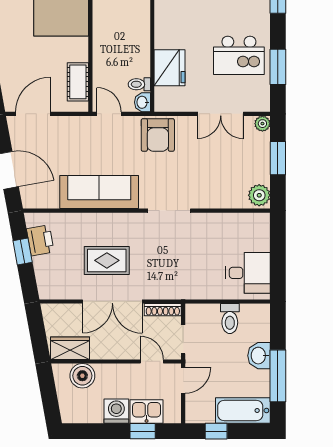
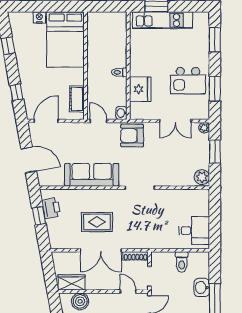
toilet: (139, 84) -> (119, 72), moved
armchair: (158, 135) -> (132, 136), turned 90

